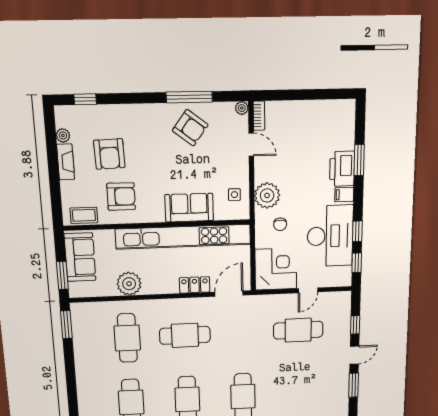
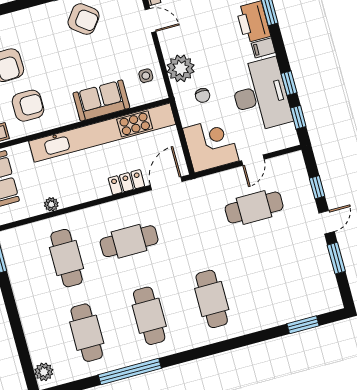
plant: (129, 284) -> (51, 204), width x0.53, depth x0.53

